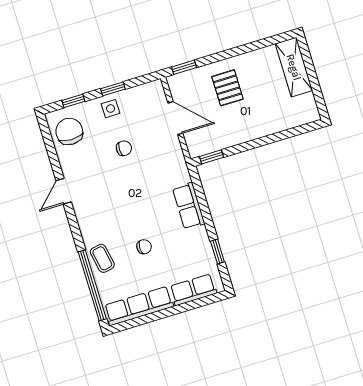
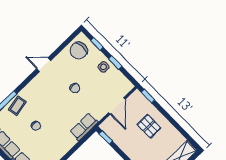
pallet: (227, 88) -> (149, 126), turned 90
chair: (69, 131) -> (79, 50), turned 180
chair: (124, 148) -> (75, 88), moved
row of seats: (189, 206) -> (84, 127), moved

